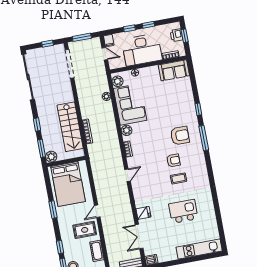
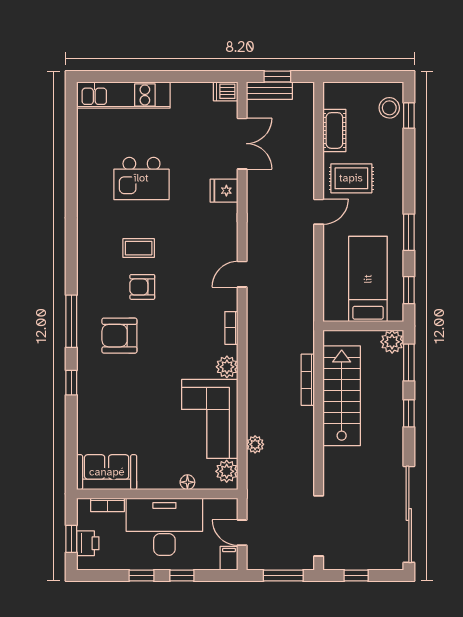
bed: (68, 184) -> (368, 279), width x0.67
window: (60, 247) -> (409, 290), moved

